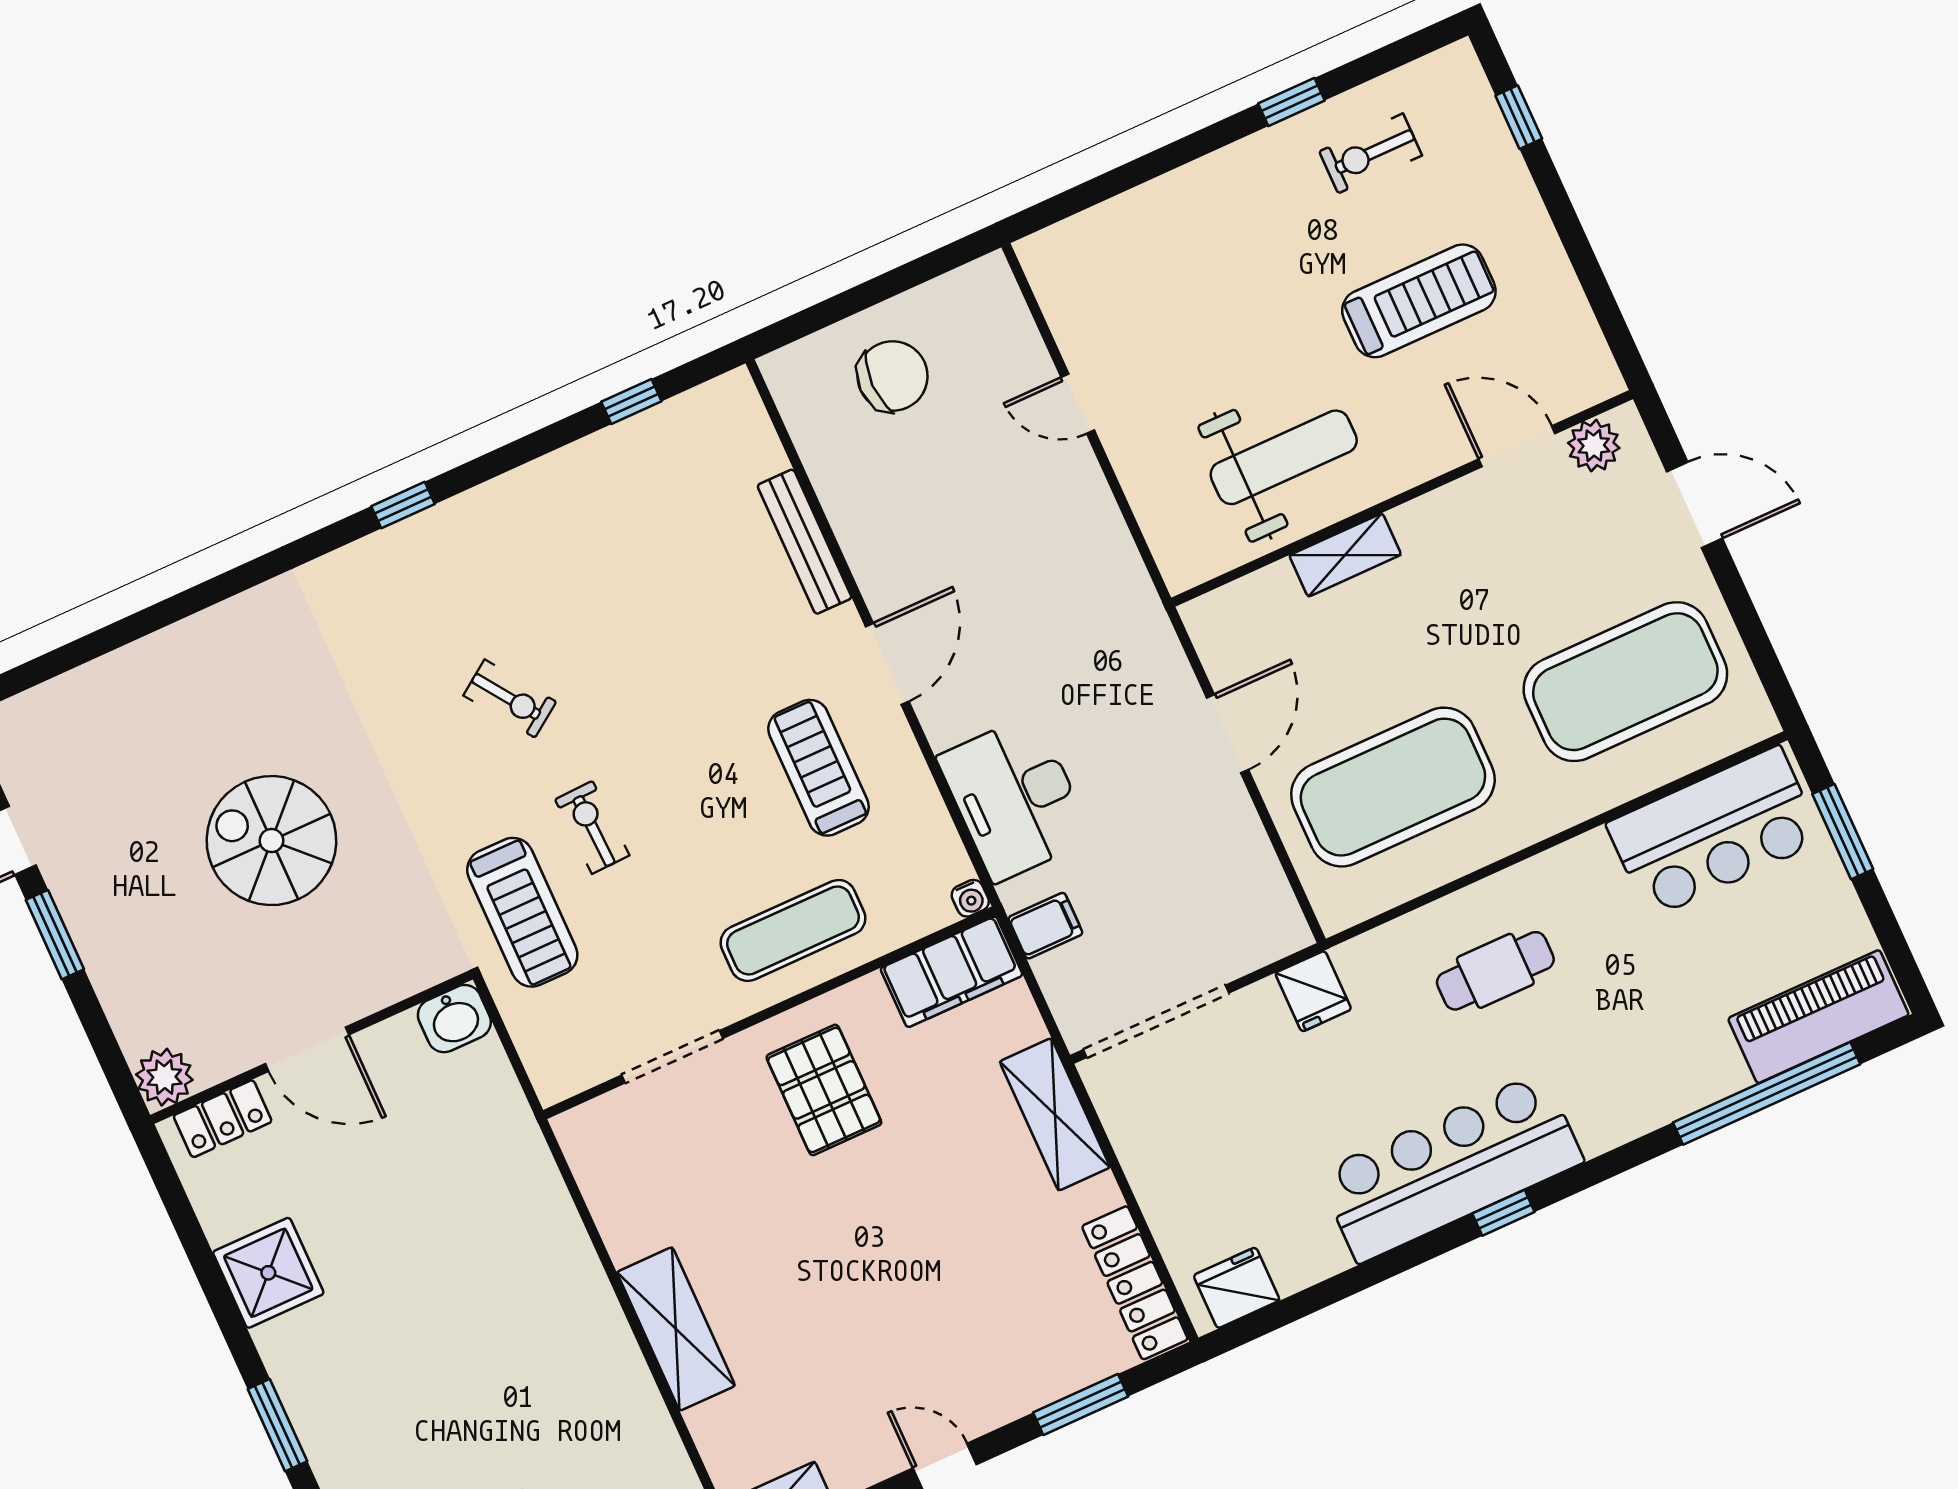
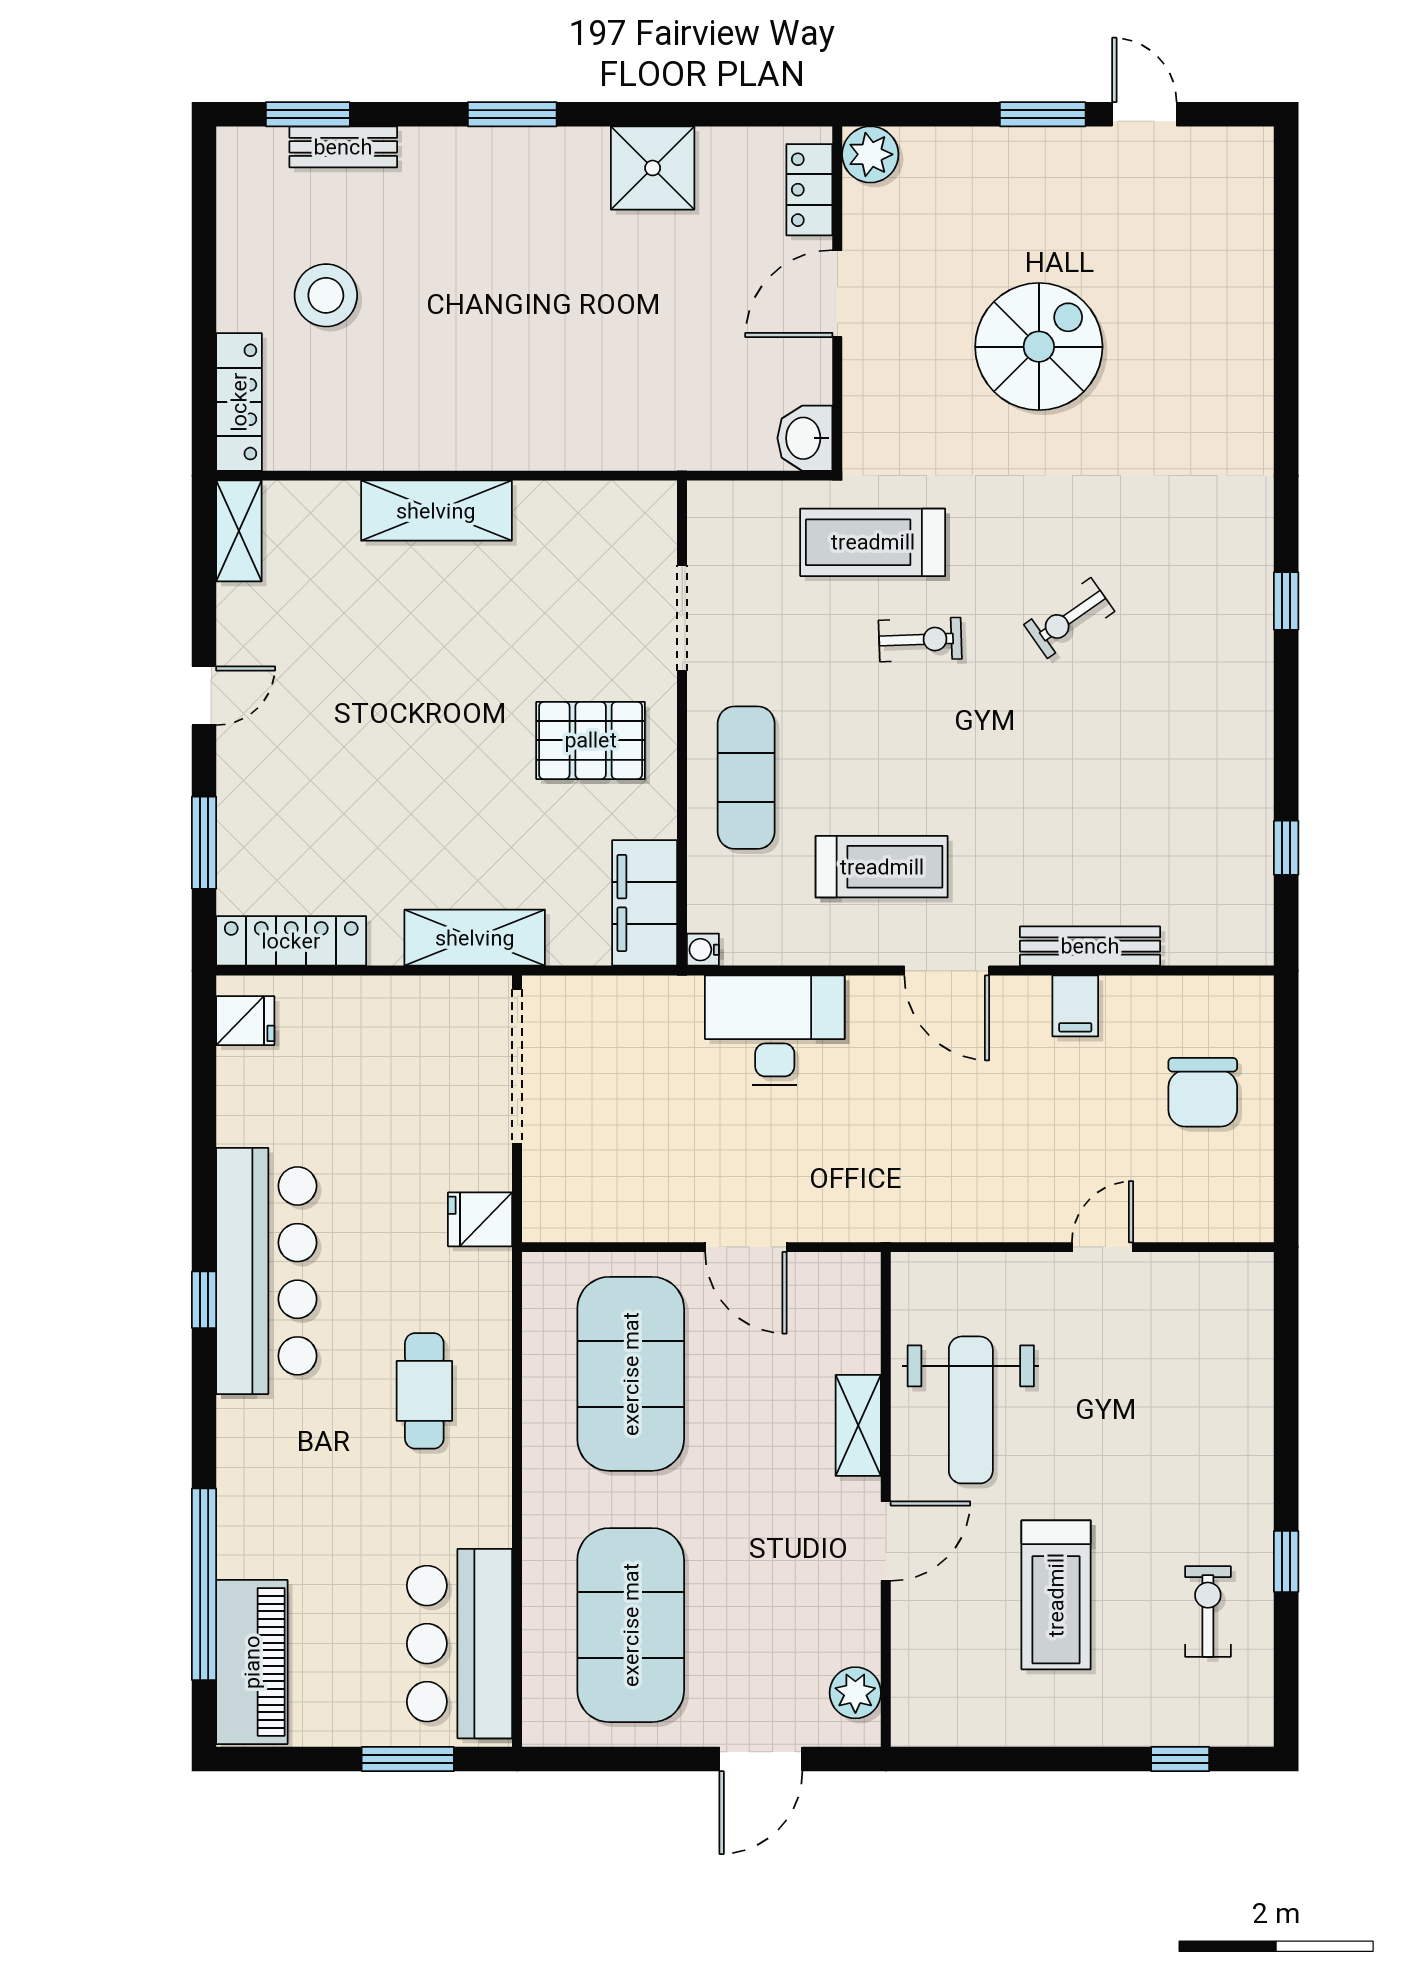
door: (1517, 446) -> (886, 1541), moved
filing cabinet: (1045, 926) -> (1075, 1006), moved
fridge: (1237, 1288) -> (245, 1021), width x0.72

